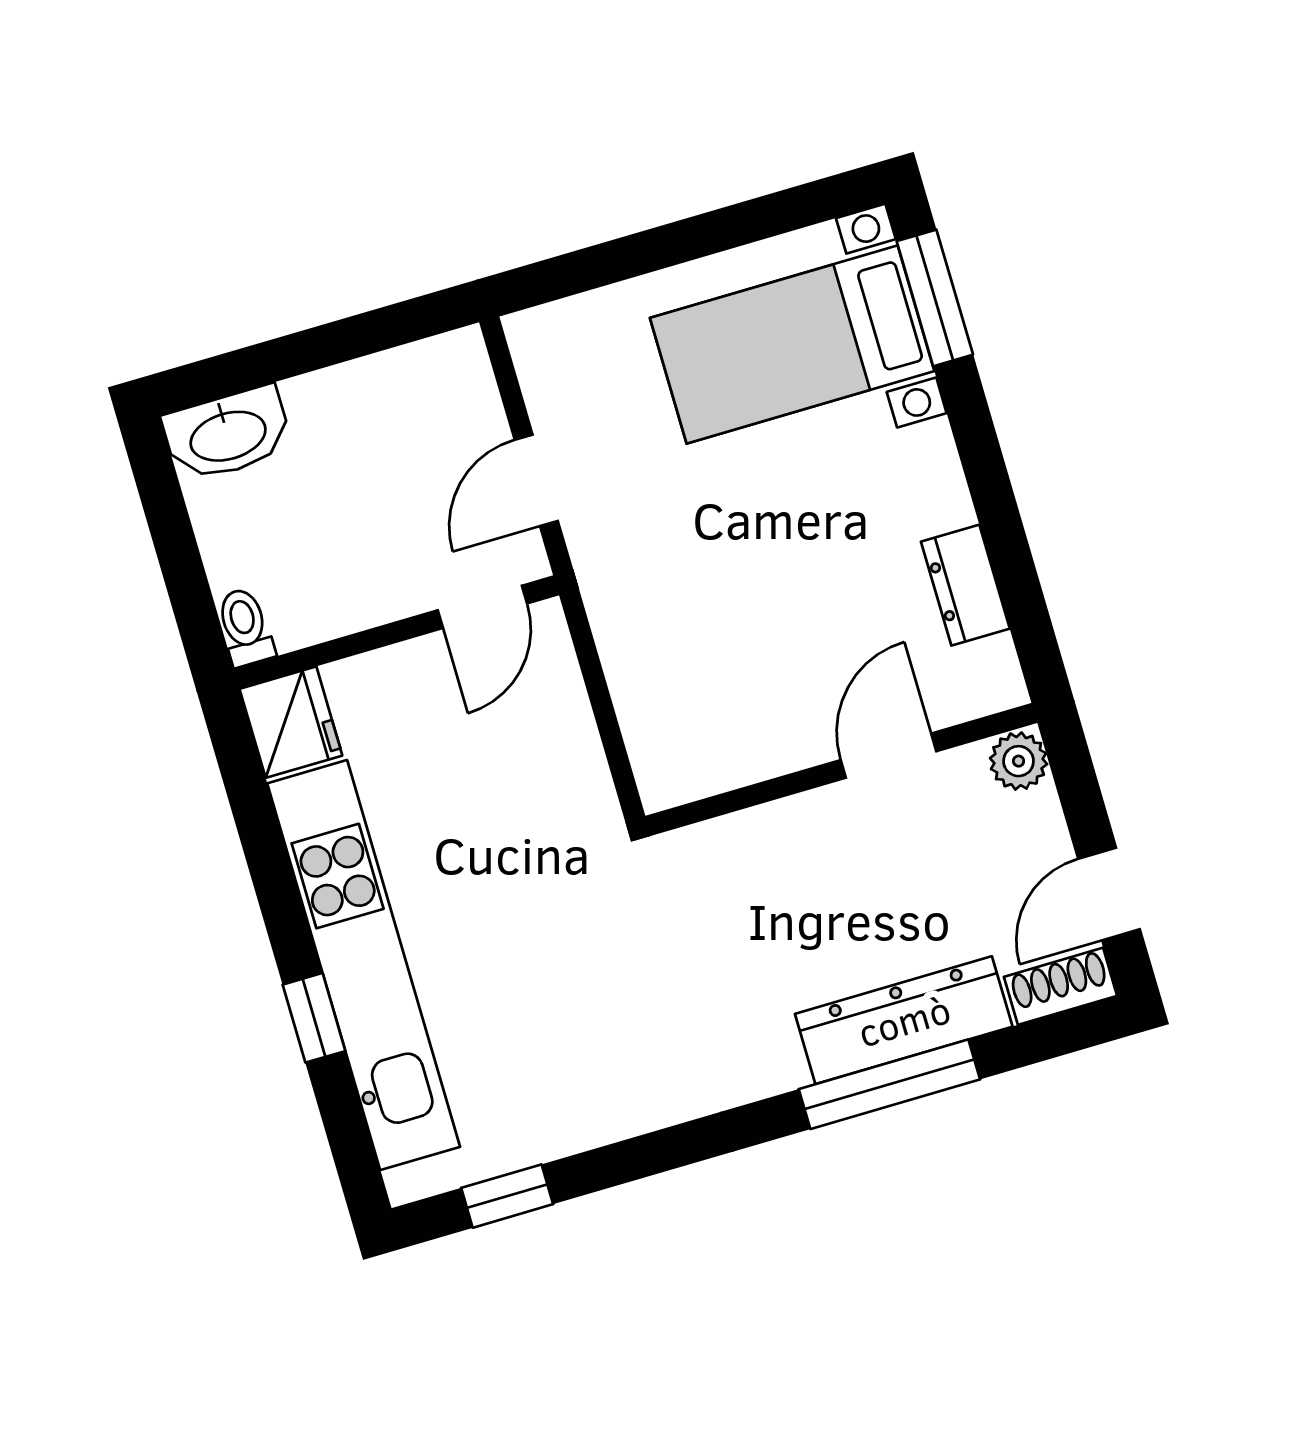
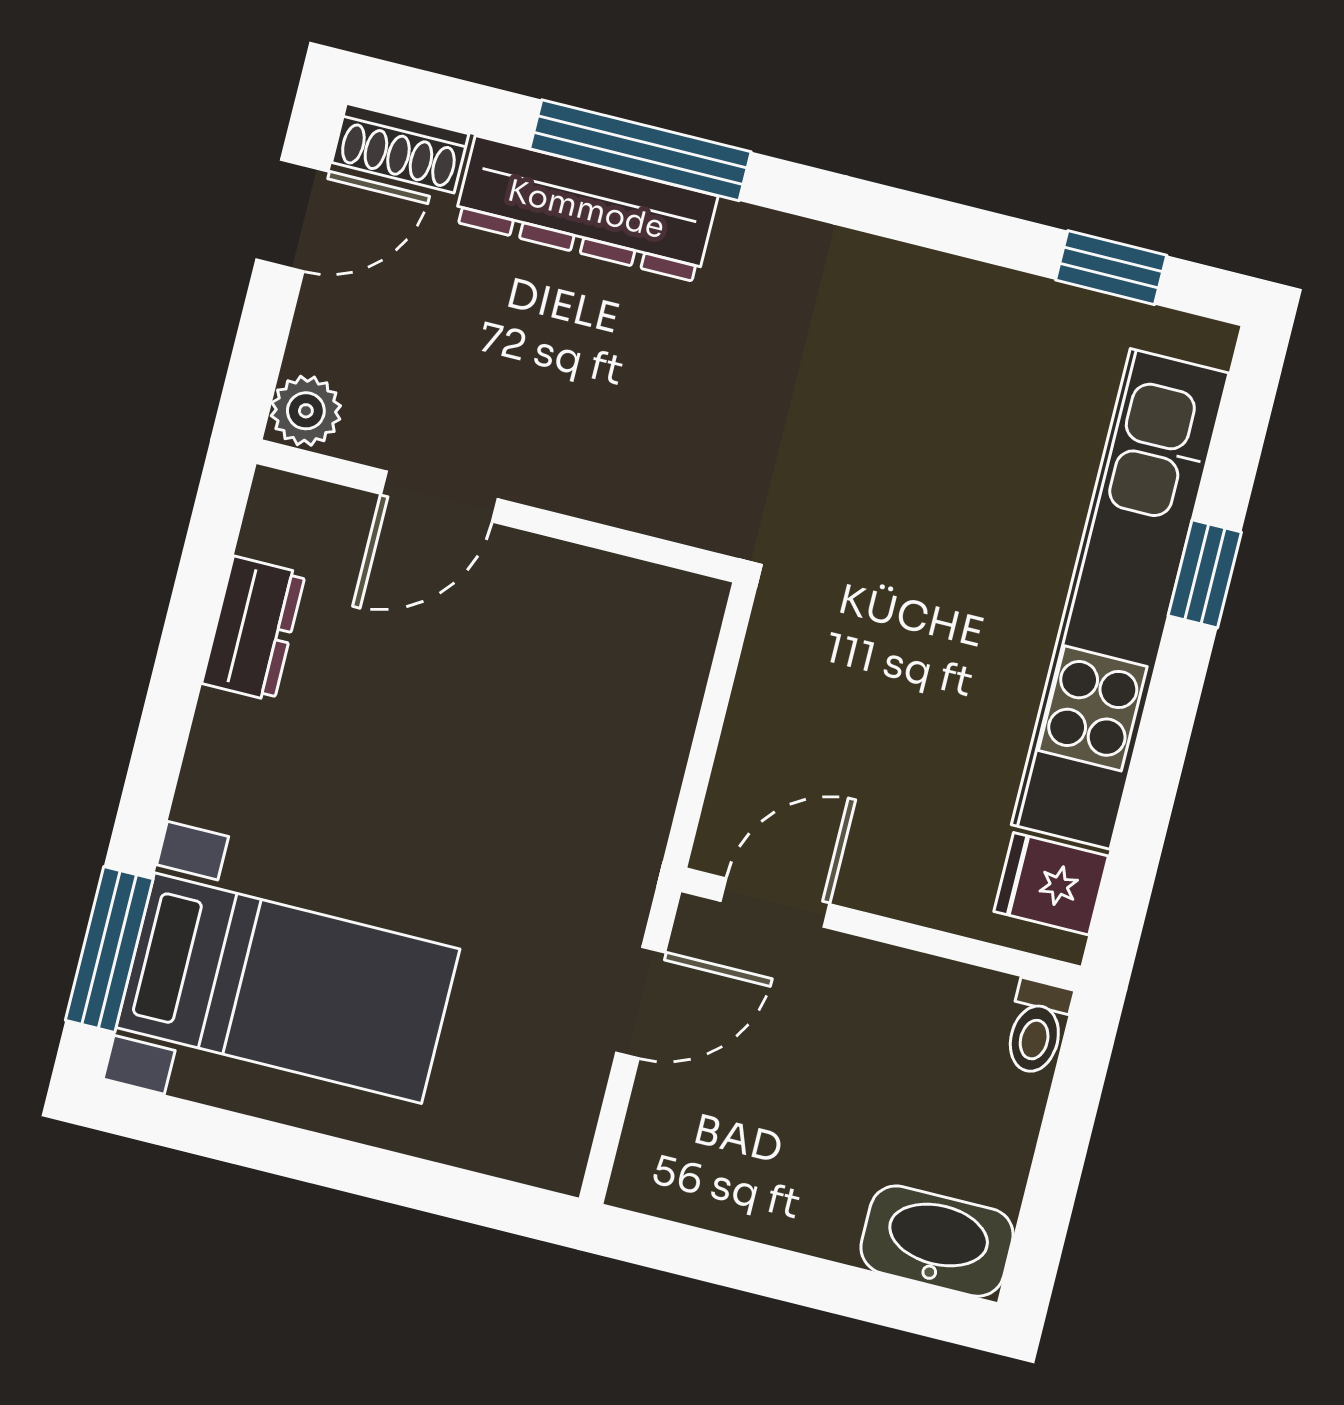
fridge: (291, 722) -> (1051, 884), width x0.72

